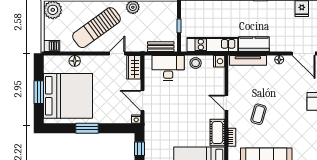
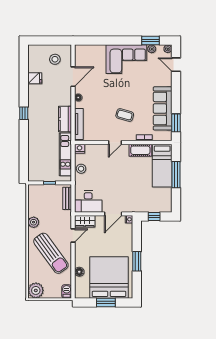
door: (117, 54) -> (73, 236), swing flipped
desk: (168, 68) -> (88, 202), moved, turned -90

